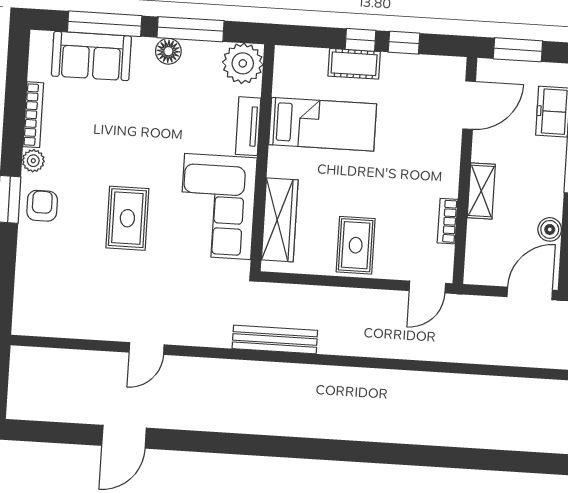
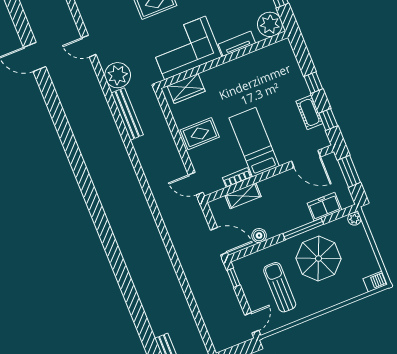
window: (404, 43) -> (328, 119), moved
cot: (354, 64) -> (309, 112), moved
bed: (323, 124) -> (254, 142), moved, turned 180
shelving: (481, 191) -> (243, 196), moved
wardrobe: (280, 220) -> (186, 89), width x0.67
plant: (210, 326) -> (118, 75), added

